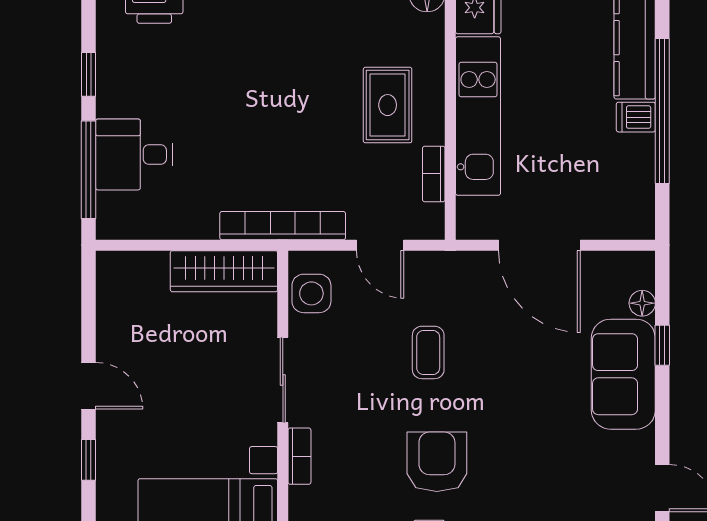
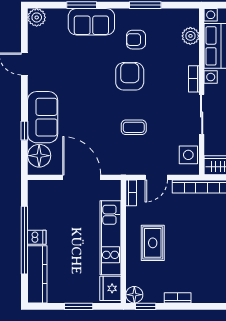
bookcase: (434, 174) -> (131, 193), moved
door: (380, 245) -> (156, 177), swing flipped
floor lamp: (642, 303) -> (39, 156), width x1.89, depth x1.89
coffee table: (428, 352) -> (134, 127), turned 90
armchair: (437, 462) -> (130, 76), turned 180

